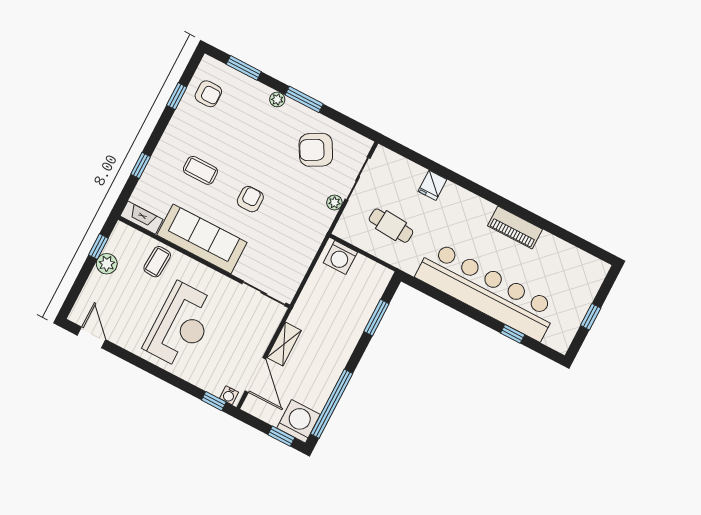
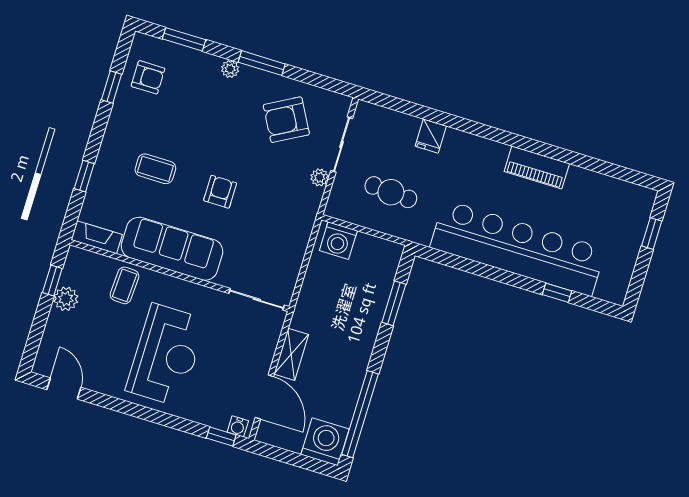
window: (591, 317) -> (652, 234), moved
window: (281, 436) -> (308, 463), removed

